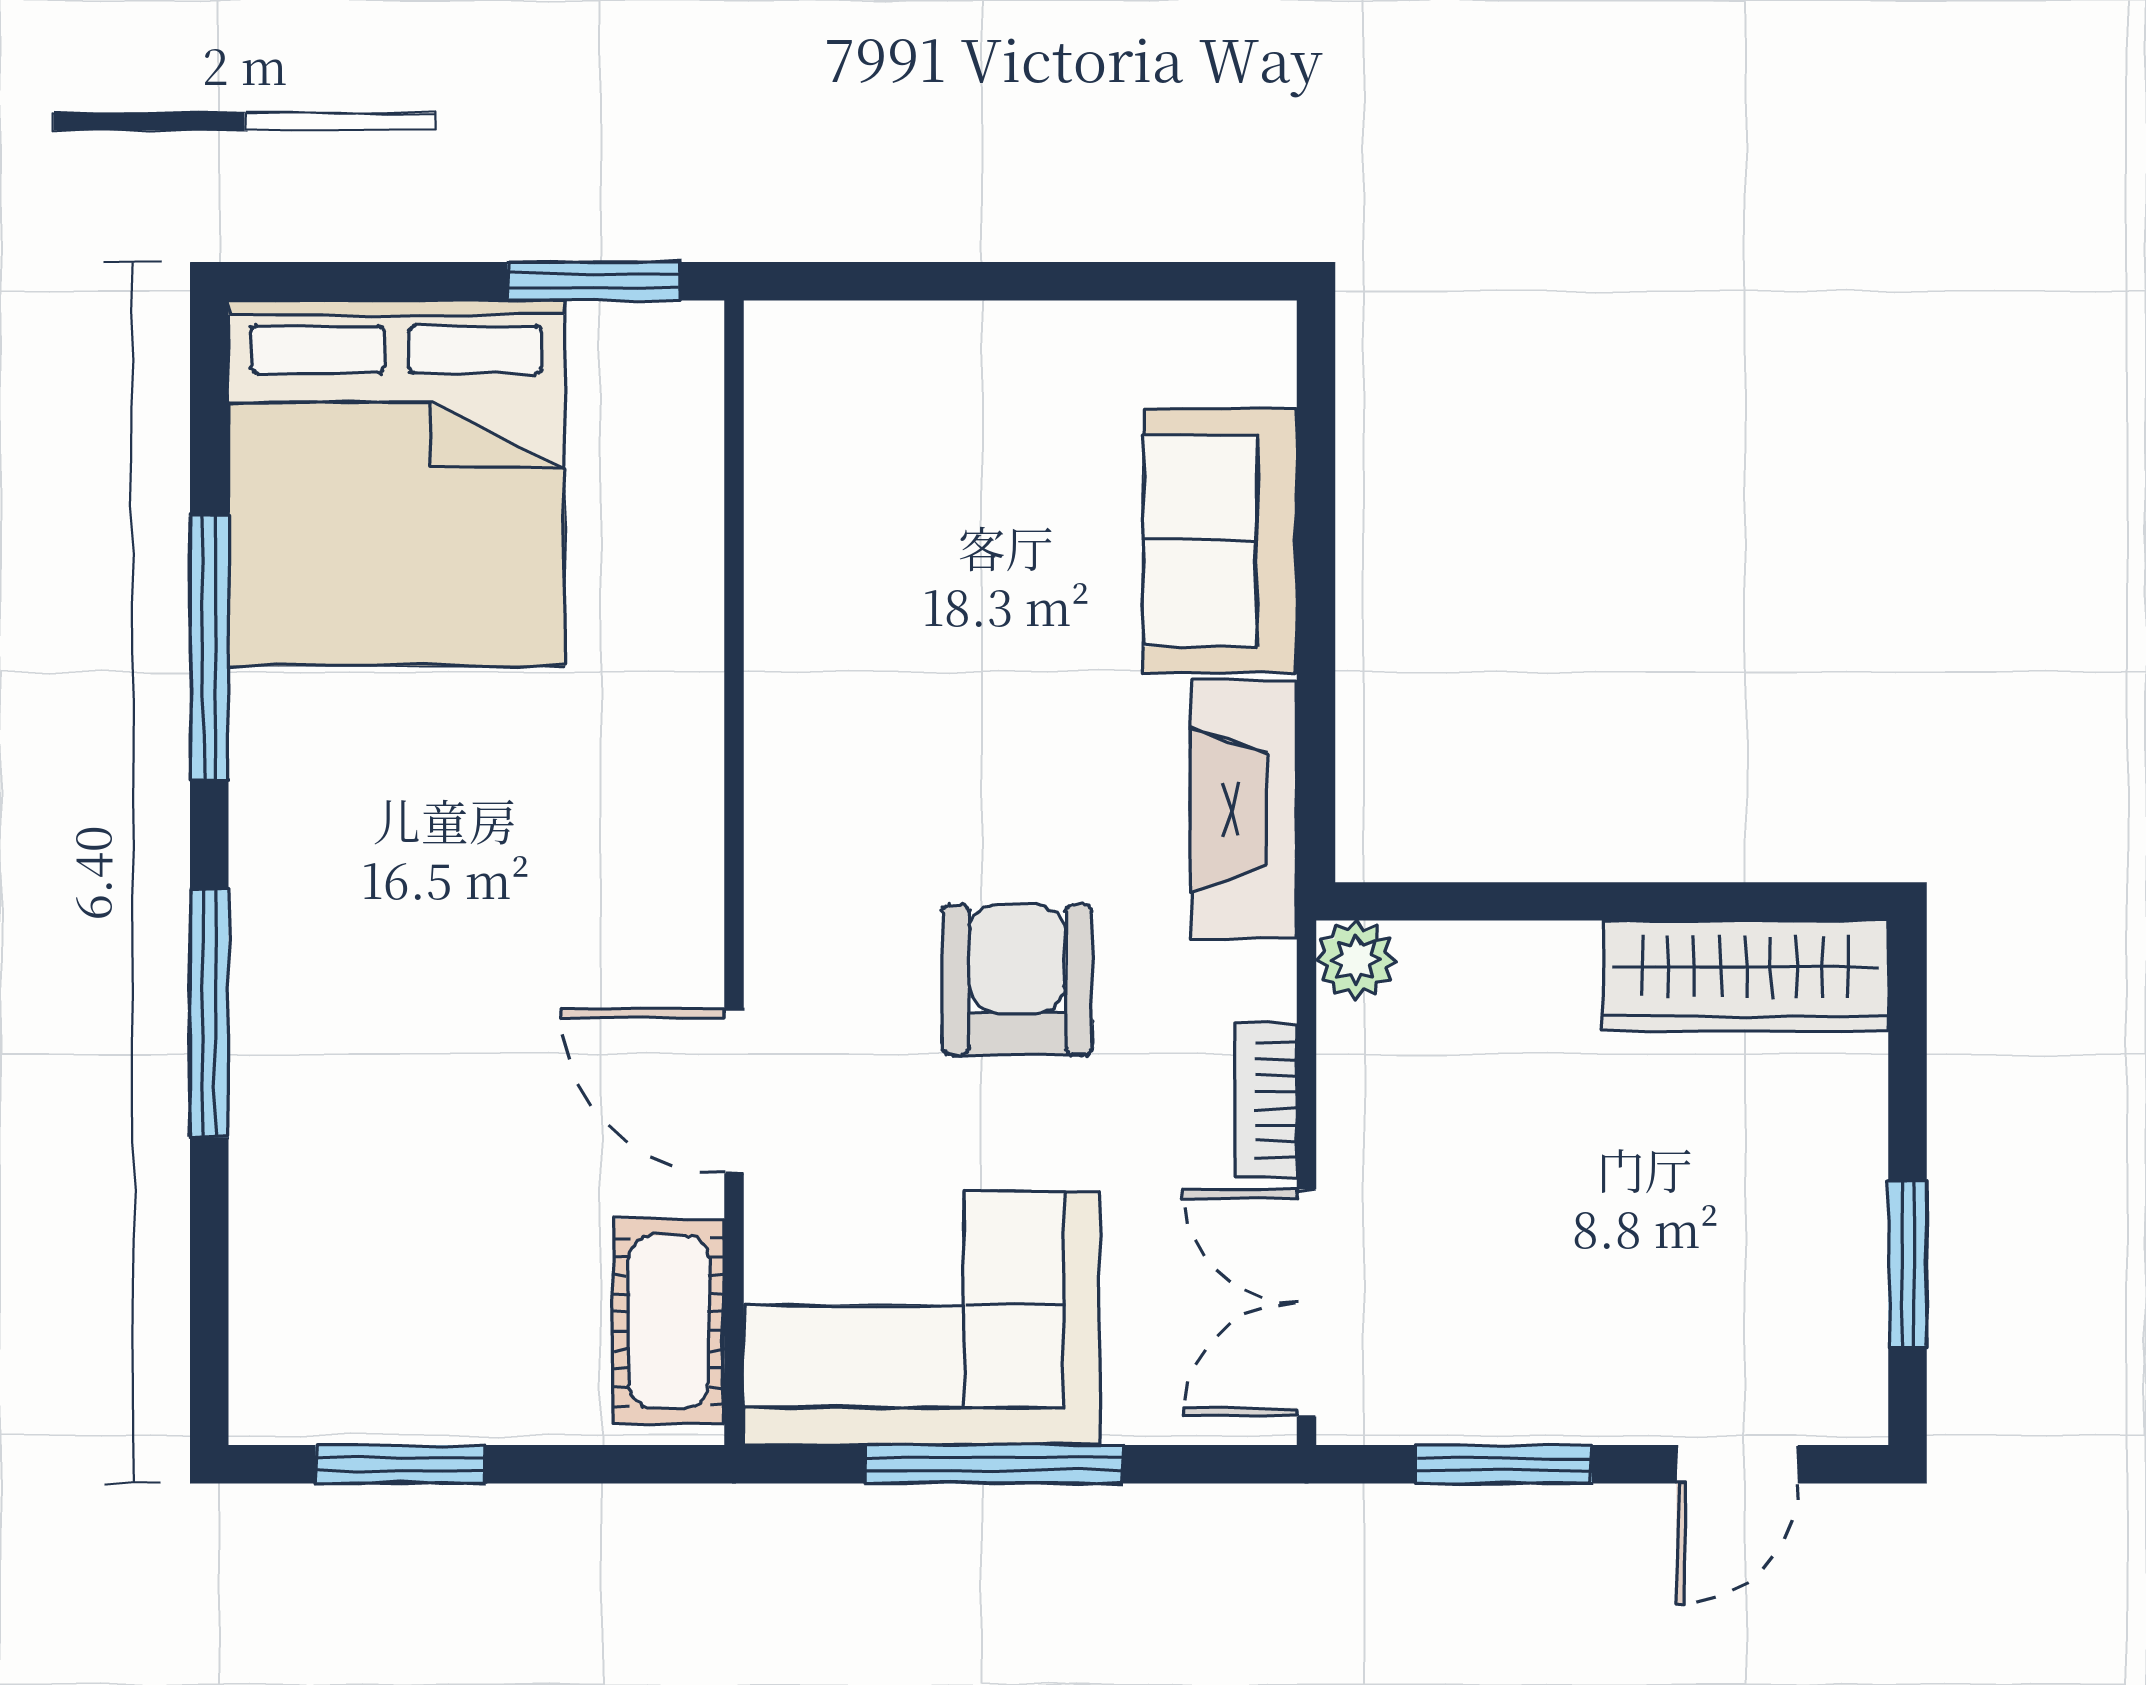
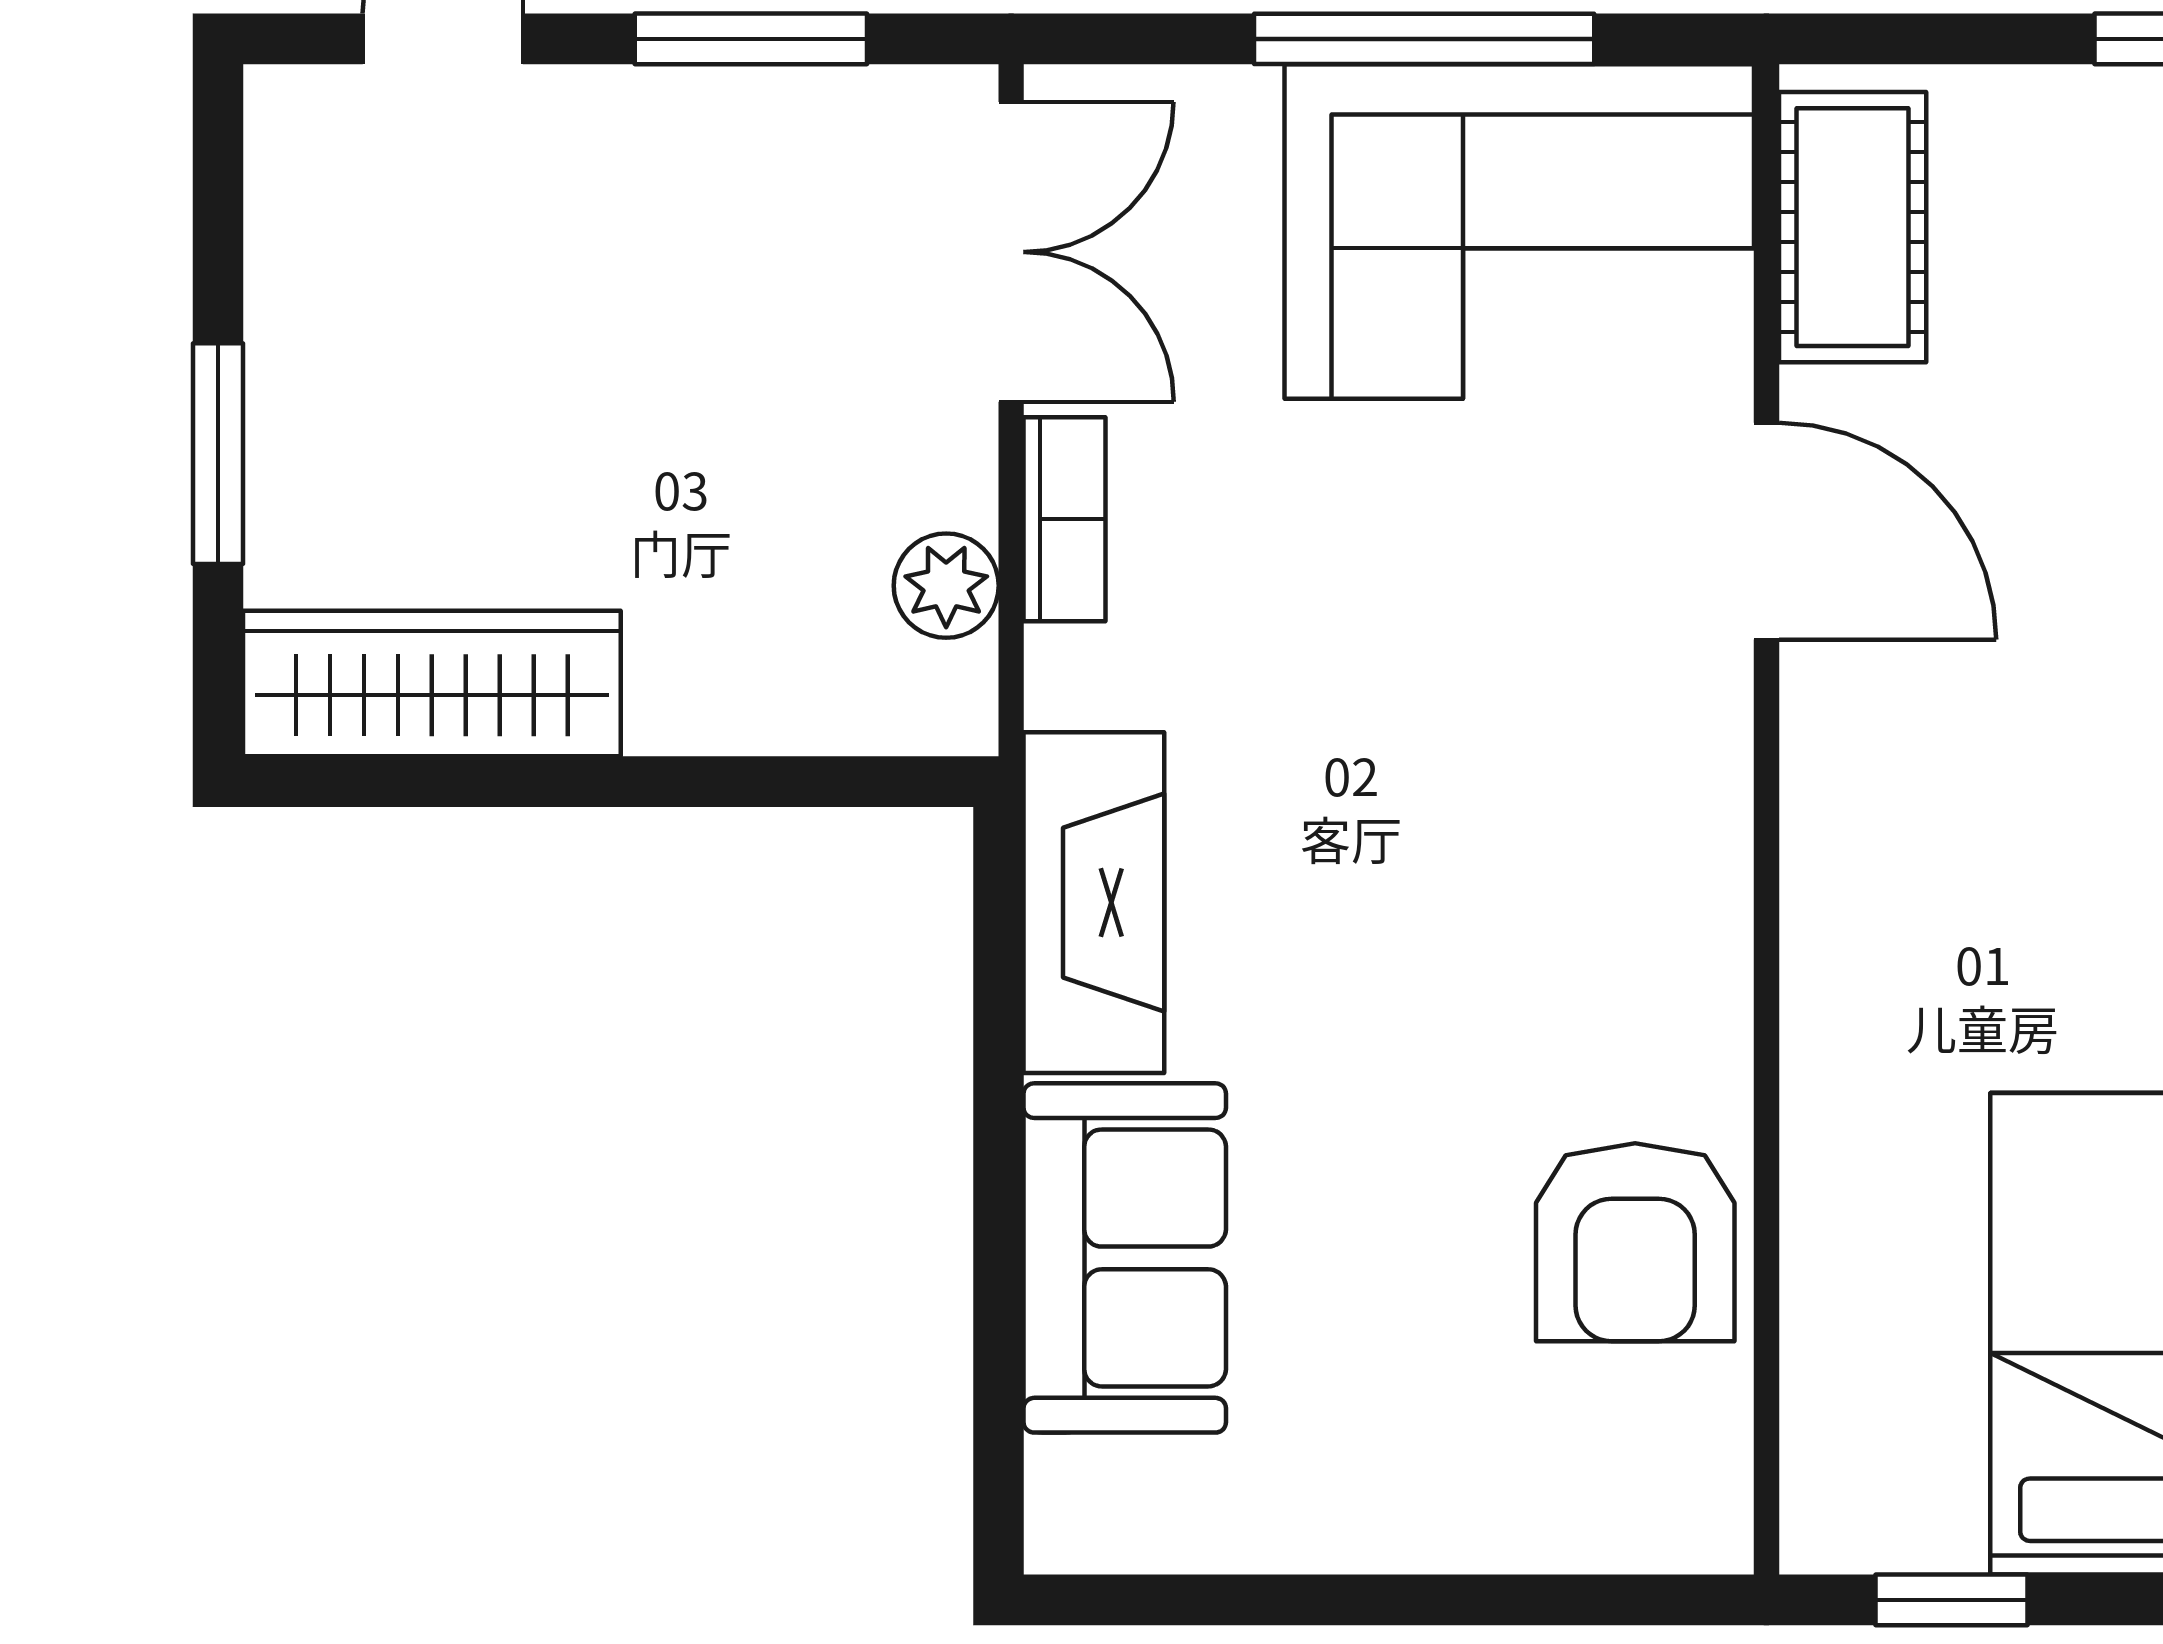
window: (594, 281) -> (1951, 1600), width x0.67
plant: (1356, 960) -> (946, 586), moved
armchair: (1017, 980) -> (1635, 1242), moved
window: (1908, 1264) -> (218, 454), moved

